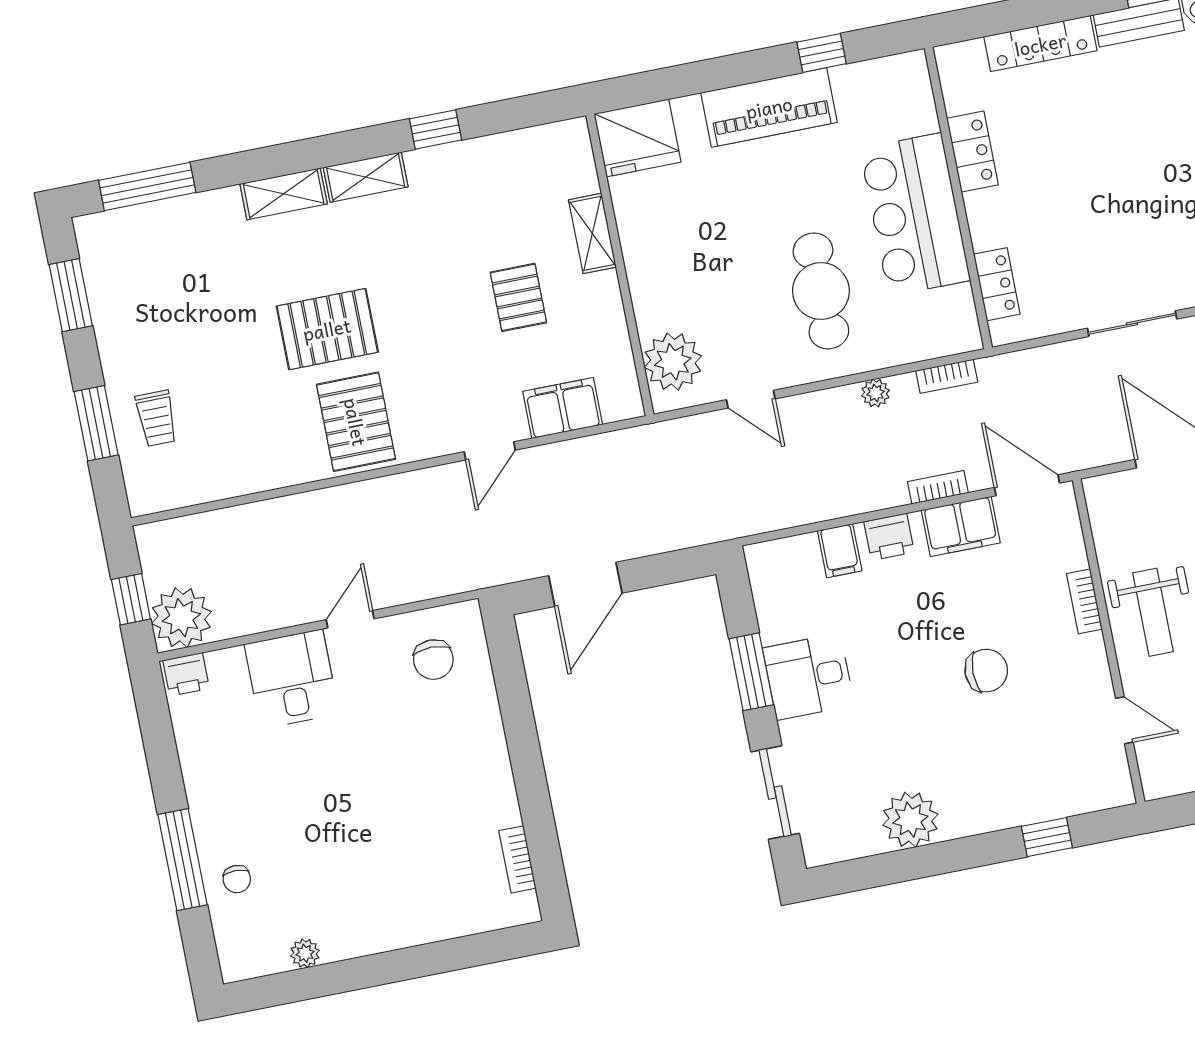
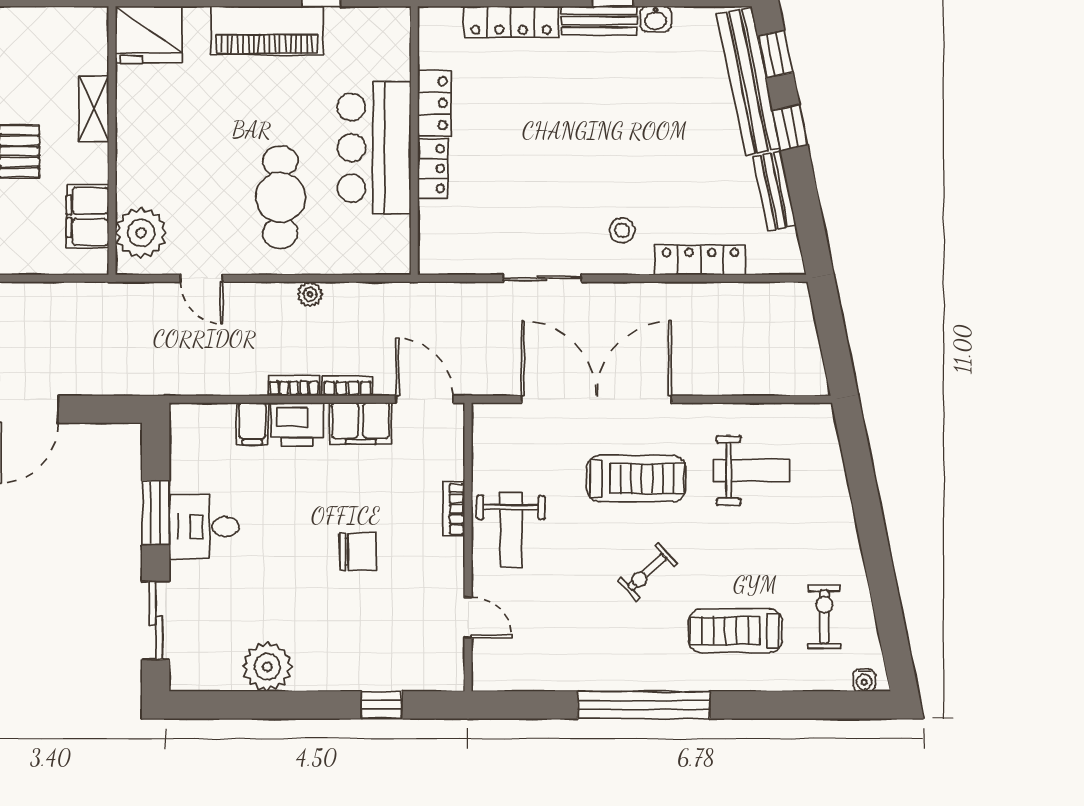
locker: (997, 284) -> (433, 169), moved
bookcase: (947, 376) -> (294, 386), moved, turned 180
filing cabinet: (563, 408) -> (88, 216), moved, turned -90
printer: (889, 537) -> (297, 424), width x1.36, depth x1.24

